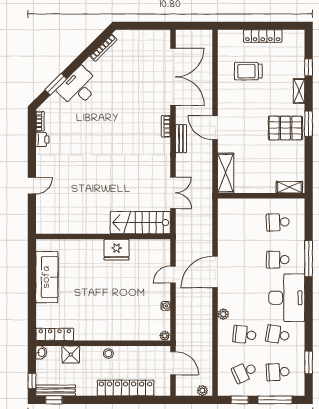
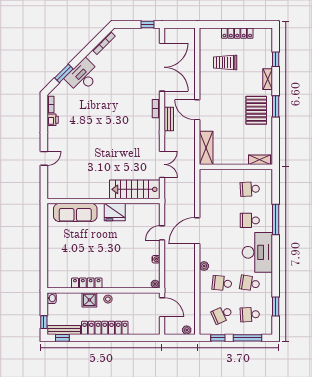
window: (155, 26) -> (147, 24), added
pallet: (285, 128) -> (256, 110), turned 90
sofa: (47, 277) -> (75, 212), moved, turned 90
locker: (55, 334) -> (87, 283), moved
shower: (71, 355) -> (89, 300), moved
locker: (126, 388) -> (105, 328), moved

